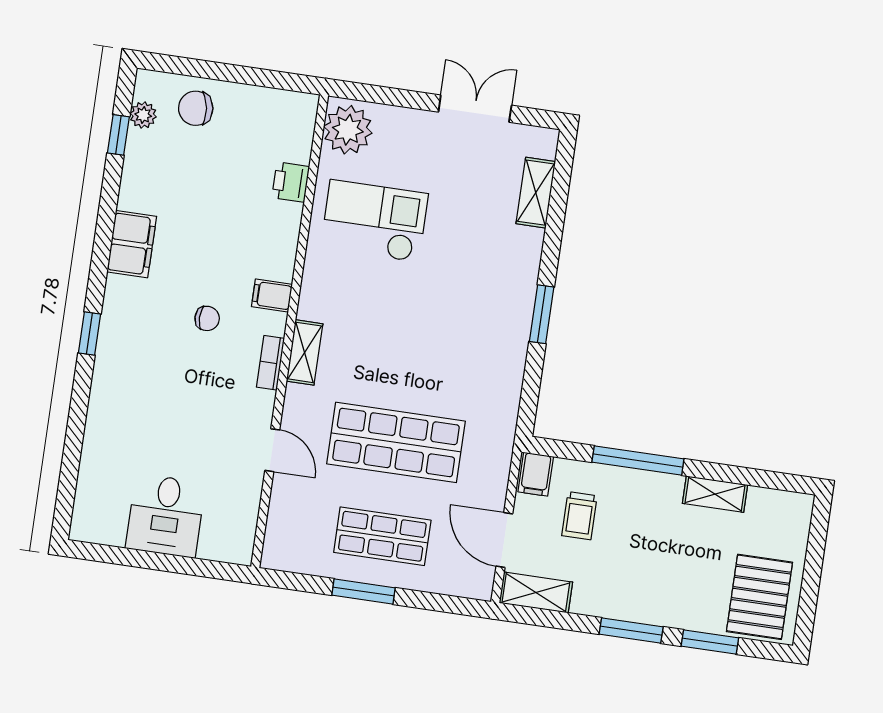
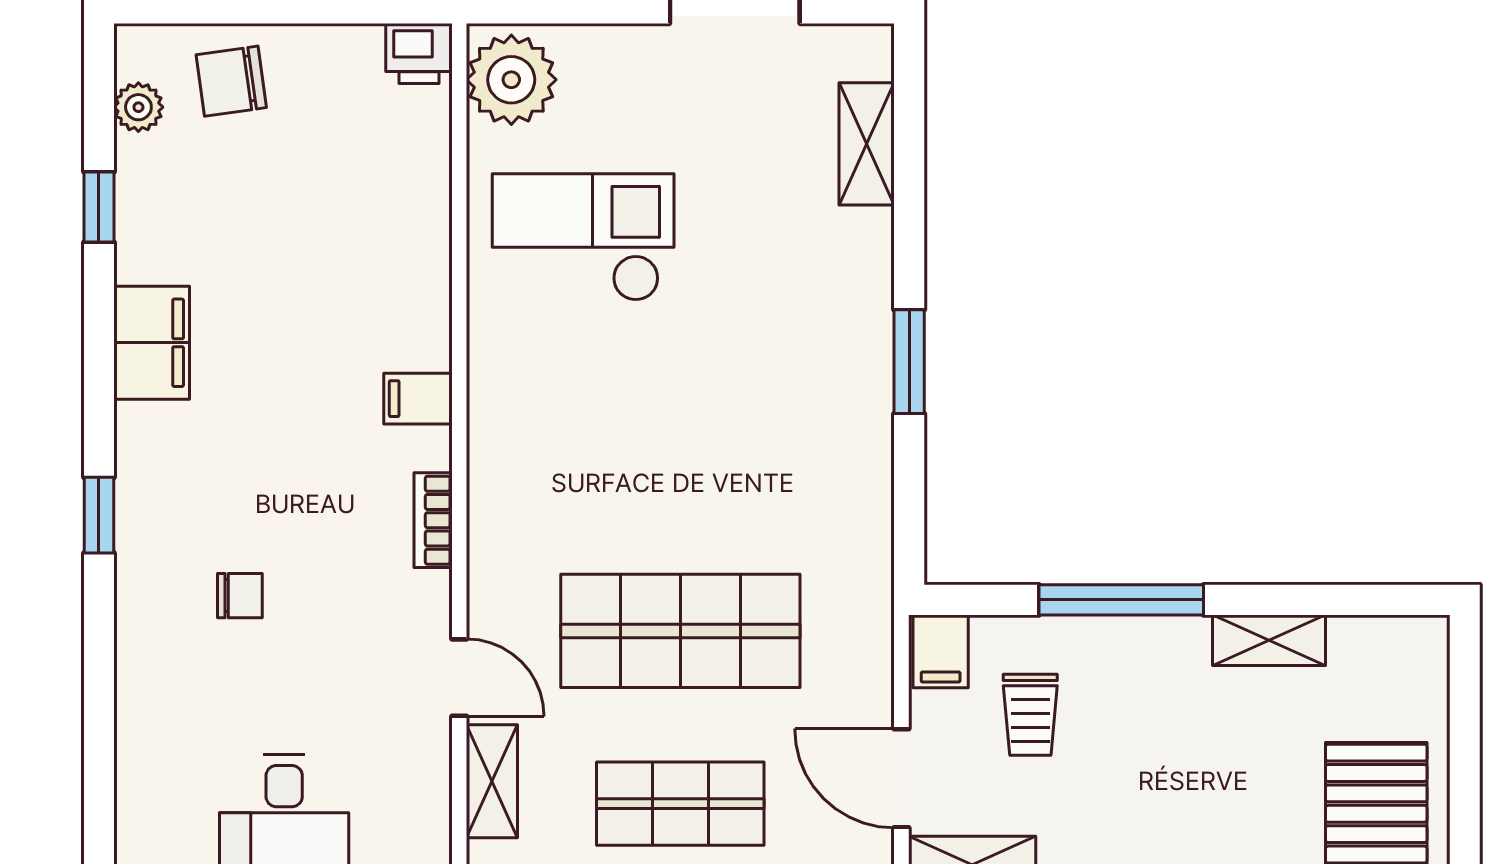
window: (118, 135) -> (99, 207), moved
printer: (291, 182) -> (419, 53), moved, turned -90
chair: (207, 318) -> (240, 596), moved
shelving: (305, 352) -> (492, 781), moved

